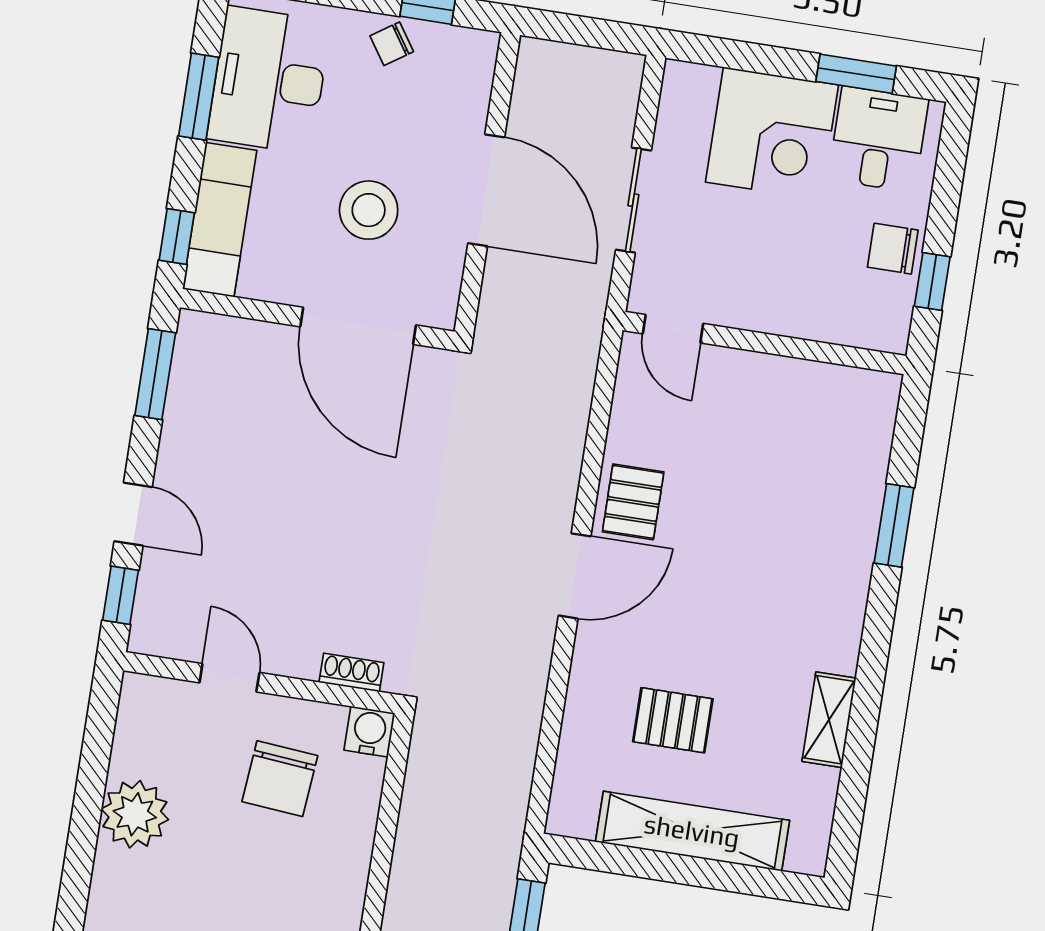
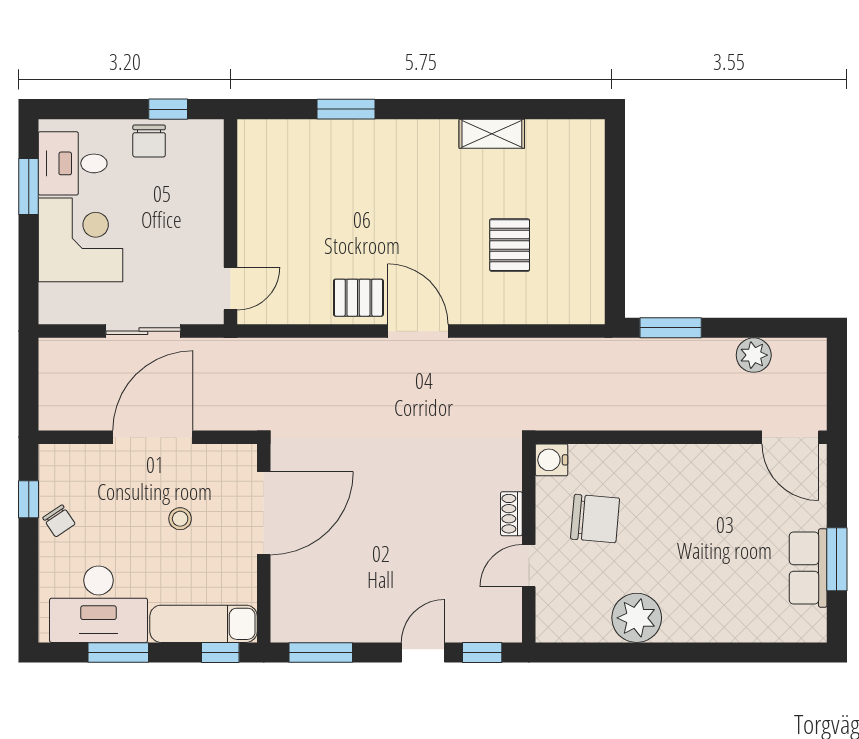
stool: (369, 210) -> (180, 519), width x0.53, depth x0.53
shoe rack: (351, 672) -> (511, 514), moved
shelving: (692, 831) -> (586, 219), removed

